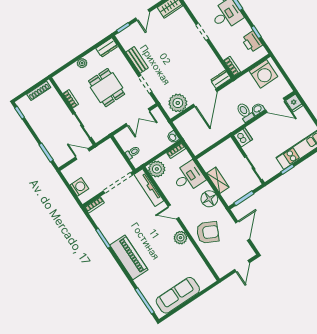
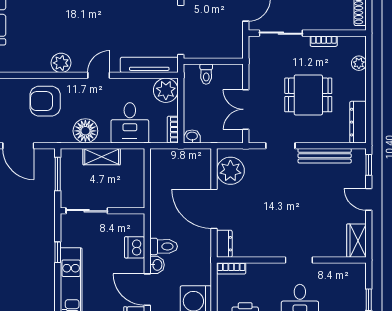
dresser: (107, 47) -> (358, 122), width x1.44
bench: (137, 60) -> (325, 156), width x1.36
plant: (82, 63) -> (359, 63), moved
door: (275, 105) -> (147, 290), hinge flipped
dishwasher: (243, 137) -> (135, 247), moved, turned 90
armchair: (208, 232) -> (45, 101), turned 64

